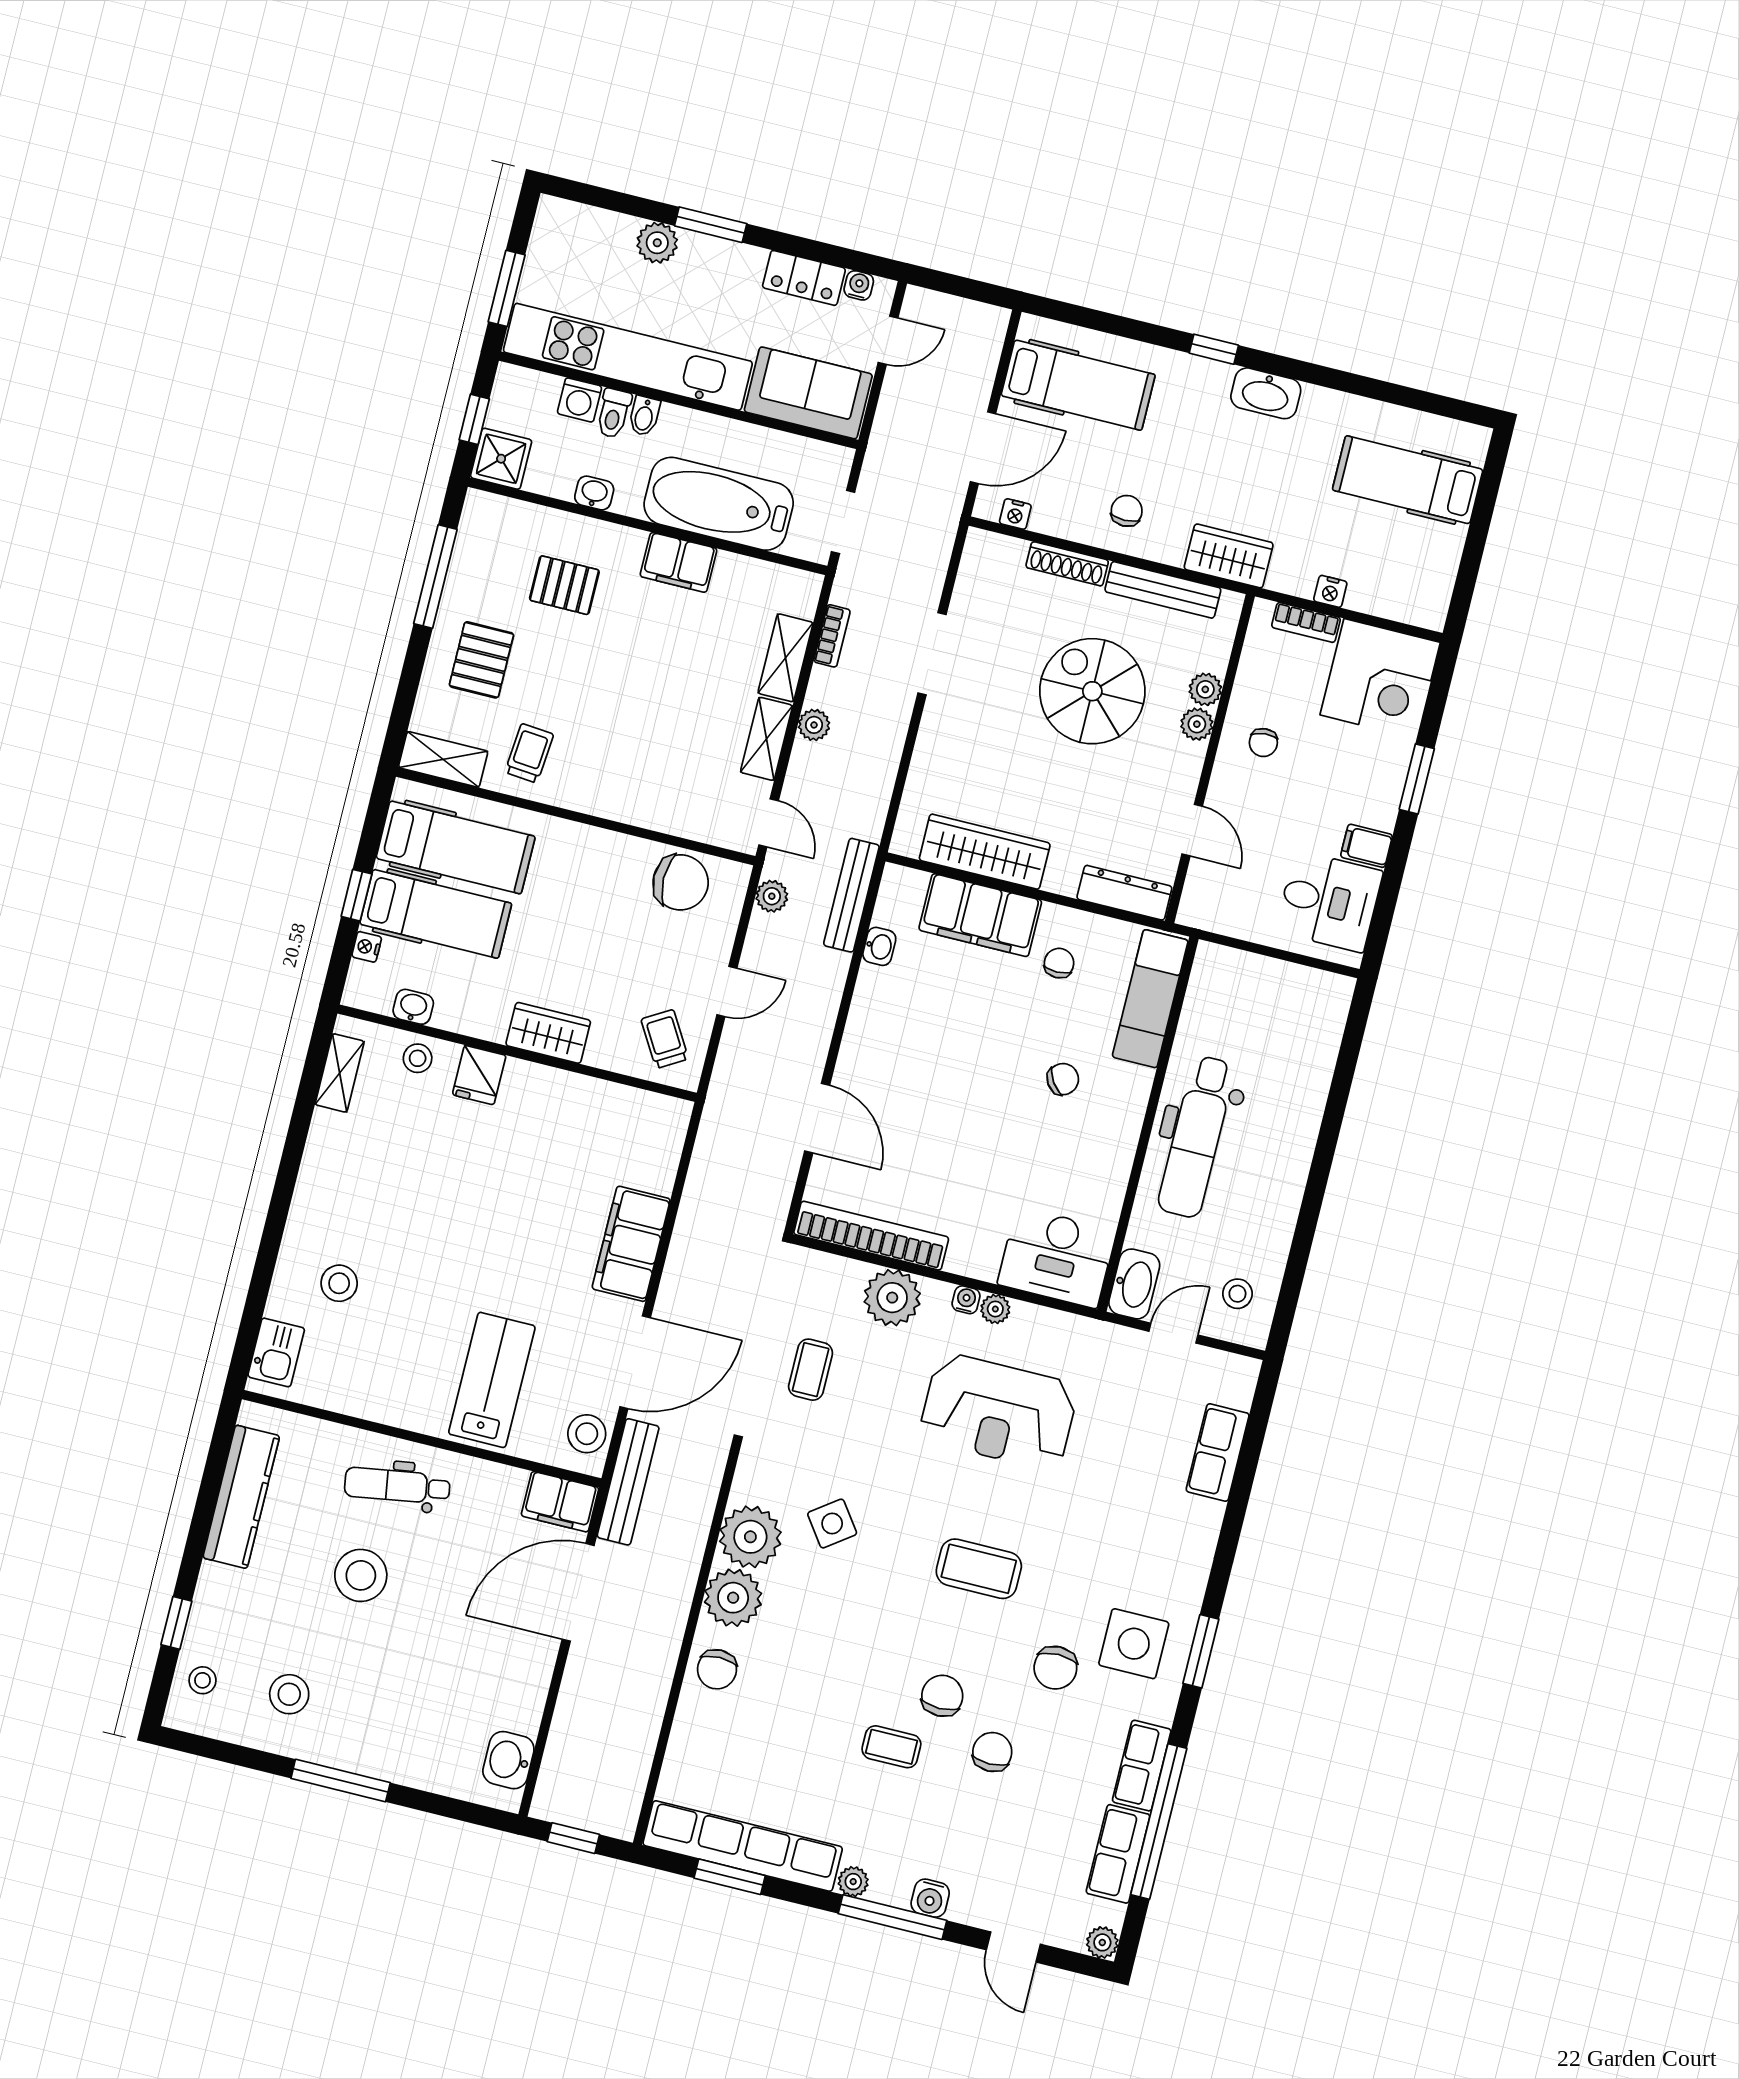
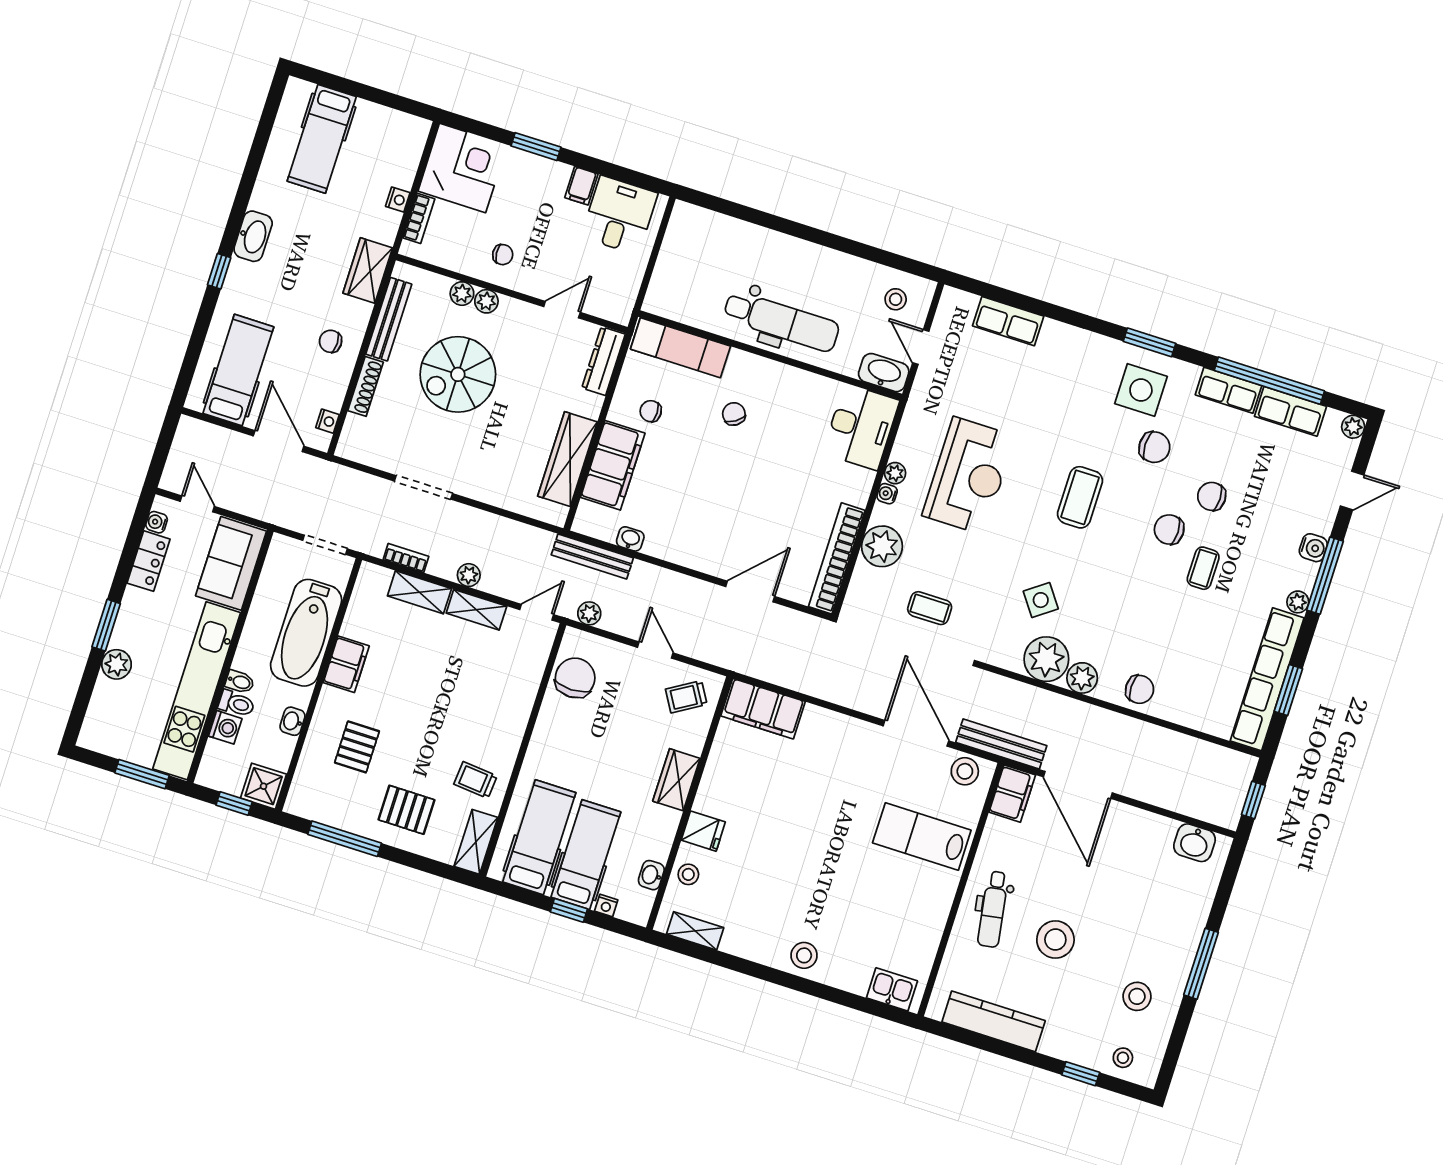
filing cabinet: (631, 1244) -> (763, 709), moved
stool: (339, 1283) -> (804, 955), moved
plant: (733, 1598) -> (1082, 678), width x0.73, depth x0.73

